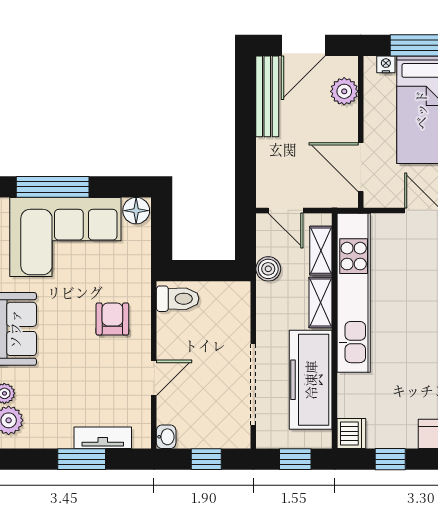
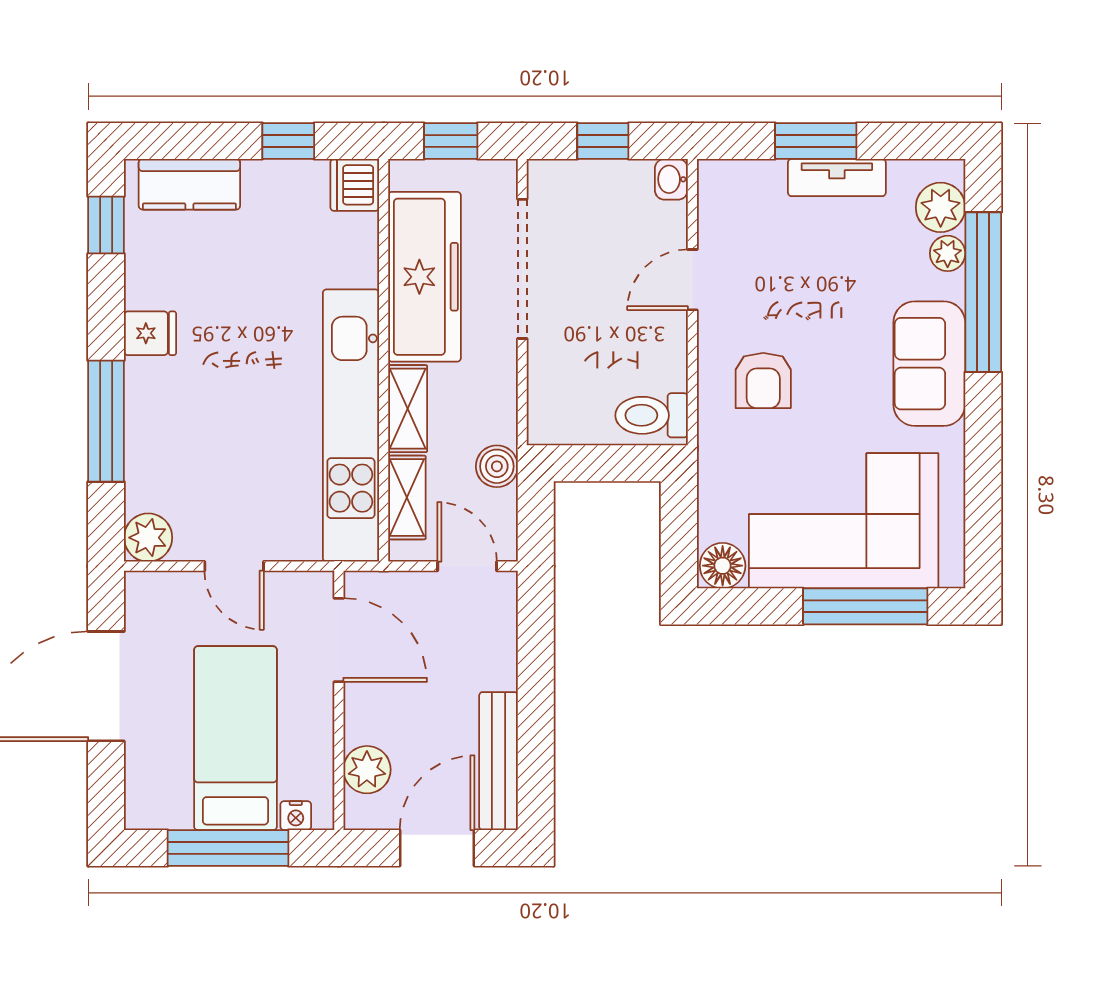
tv unit: (103, 438) -> (837, 178), moved

